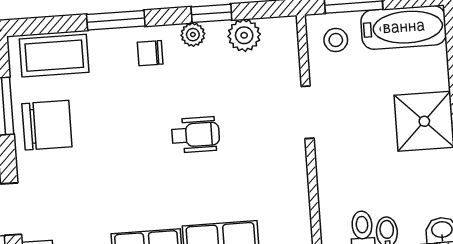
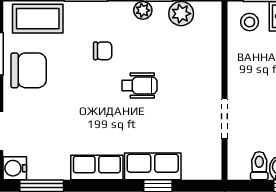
chair: (150, 53) -> (103, 51), moved, turned 180
doorway: (308, 112) -> (225, 119), moved

